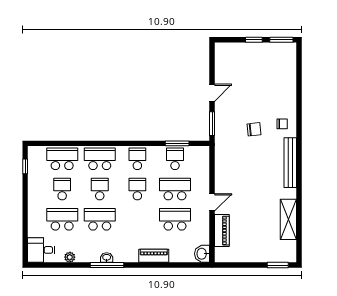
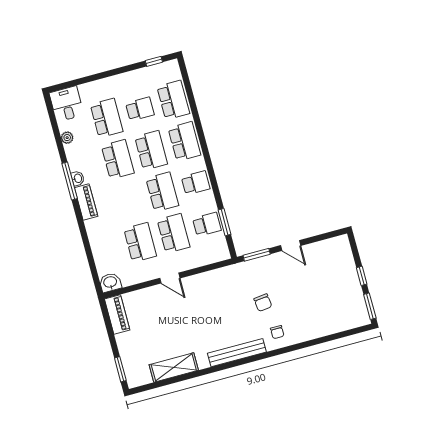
school desk: (100, 189) -> (151, 150), width x1.85
school desk: (137, 189) -> (162, 192), width x1.85
piano: (222, 231) -> (117, 314), moved, turned -90
piano: (154, 256) -> (86, 202), moved

